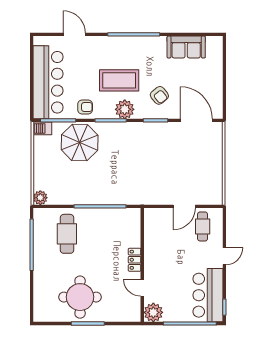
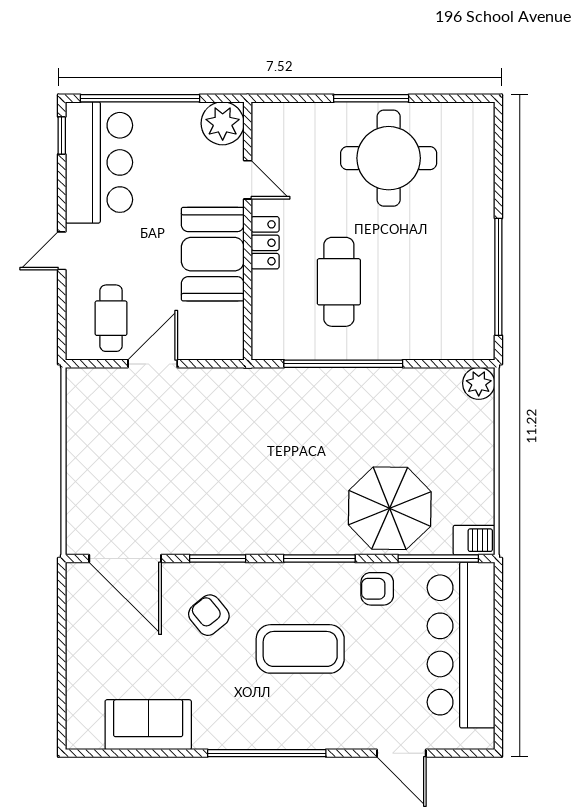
plant: (125, 109) -> (288, 584), removed
cafe table: (67, 234) -> (339, 282), moved
booth: (158, 255) -> (213, 254), added

